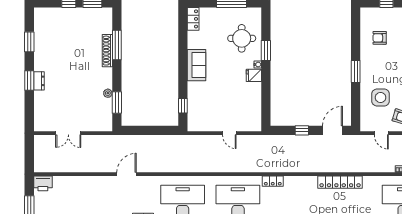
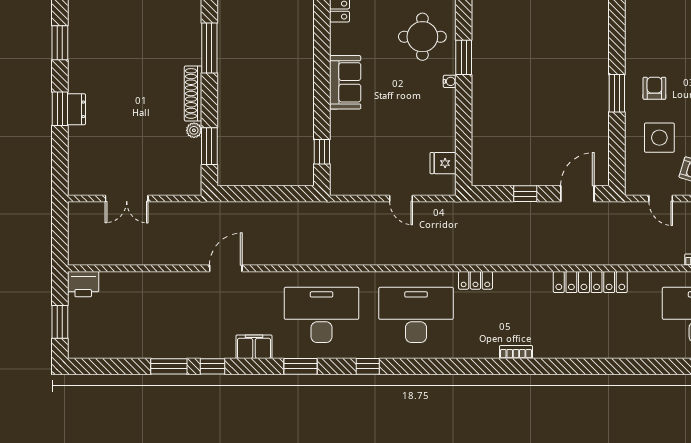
armchair: (380, 38) -> (654, 88), moved, turned 90
shoe rack: (107, 51) -> (193, 93), moved
fridge: (254, 75) -> (443, 163), moved

